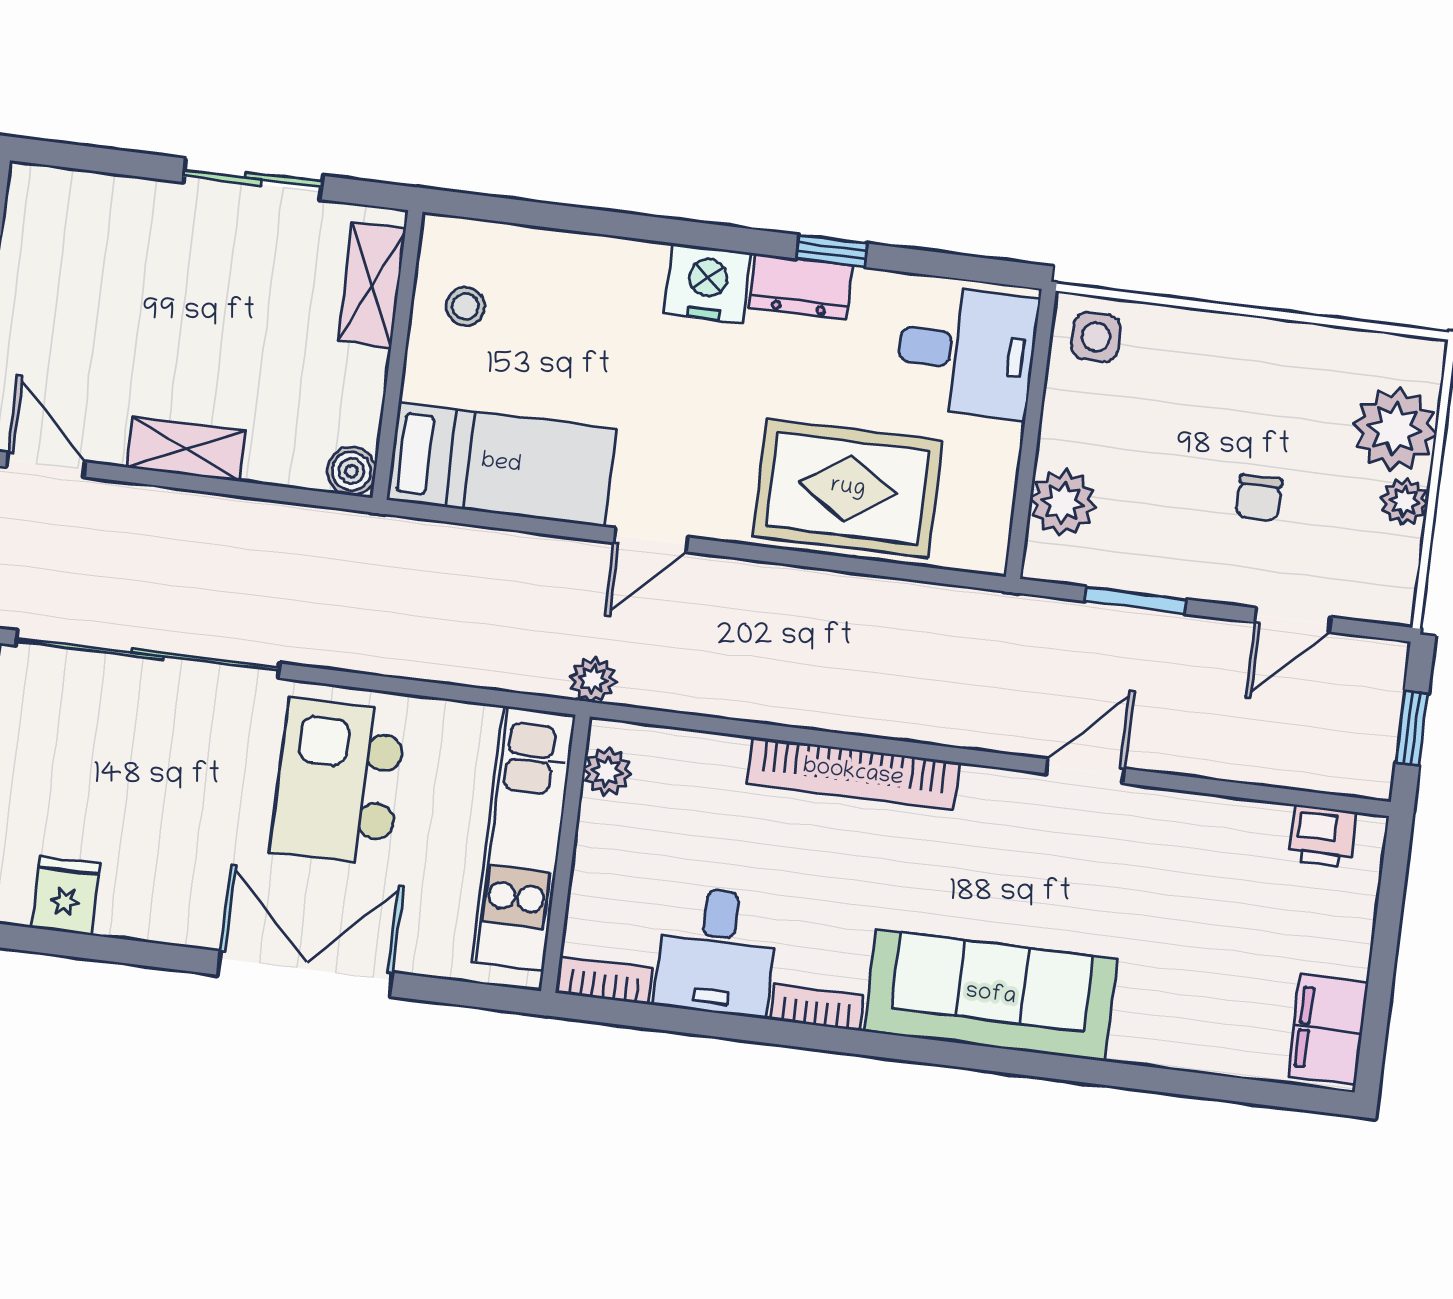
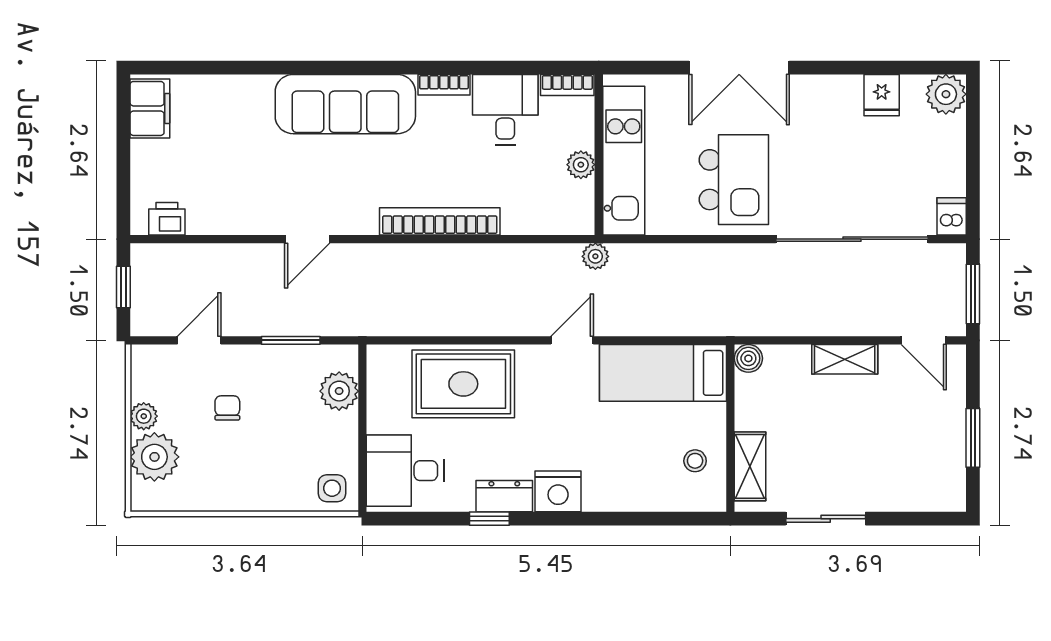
plant: (607, 772) -> (581, 165), moved

